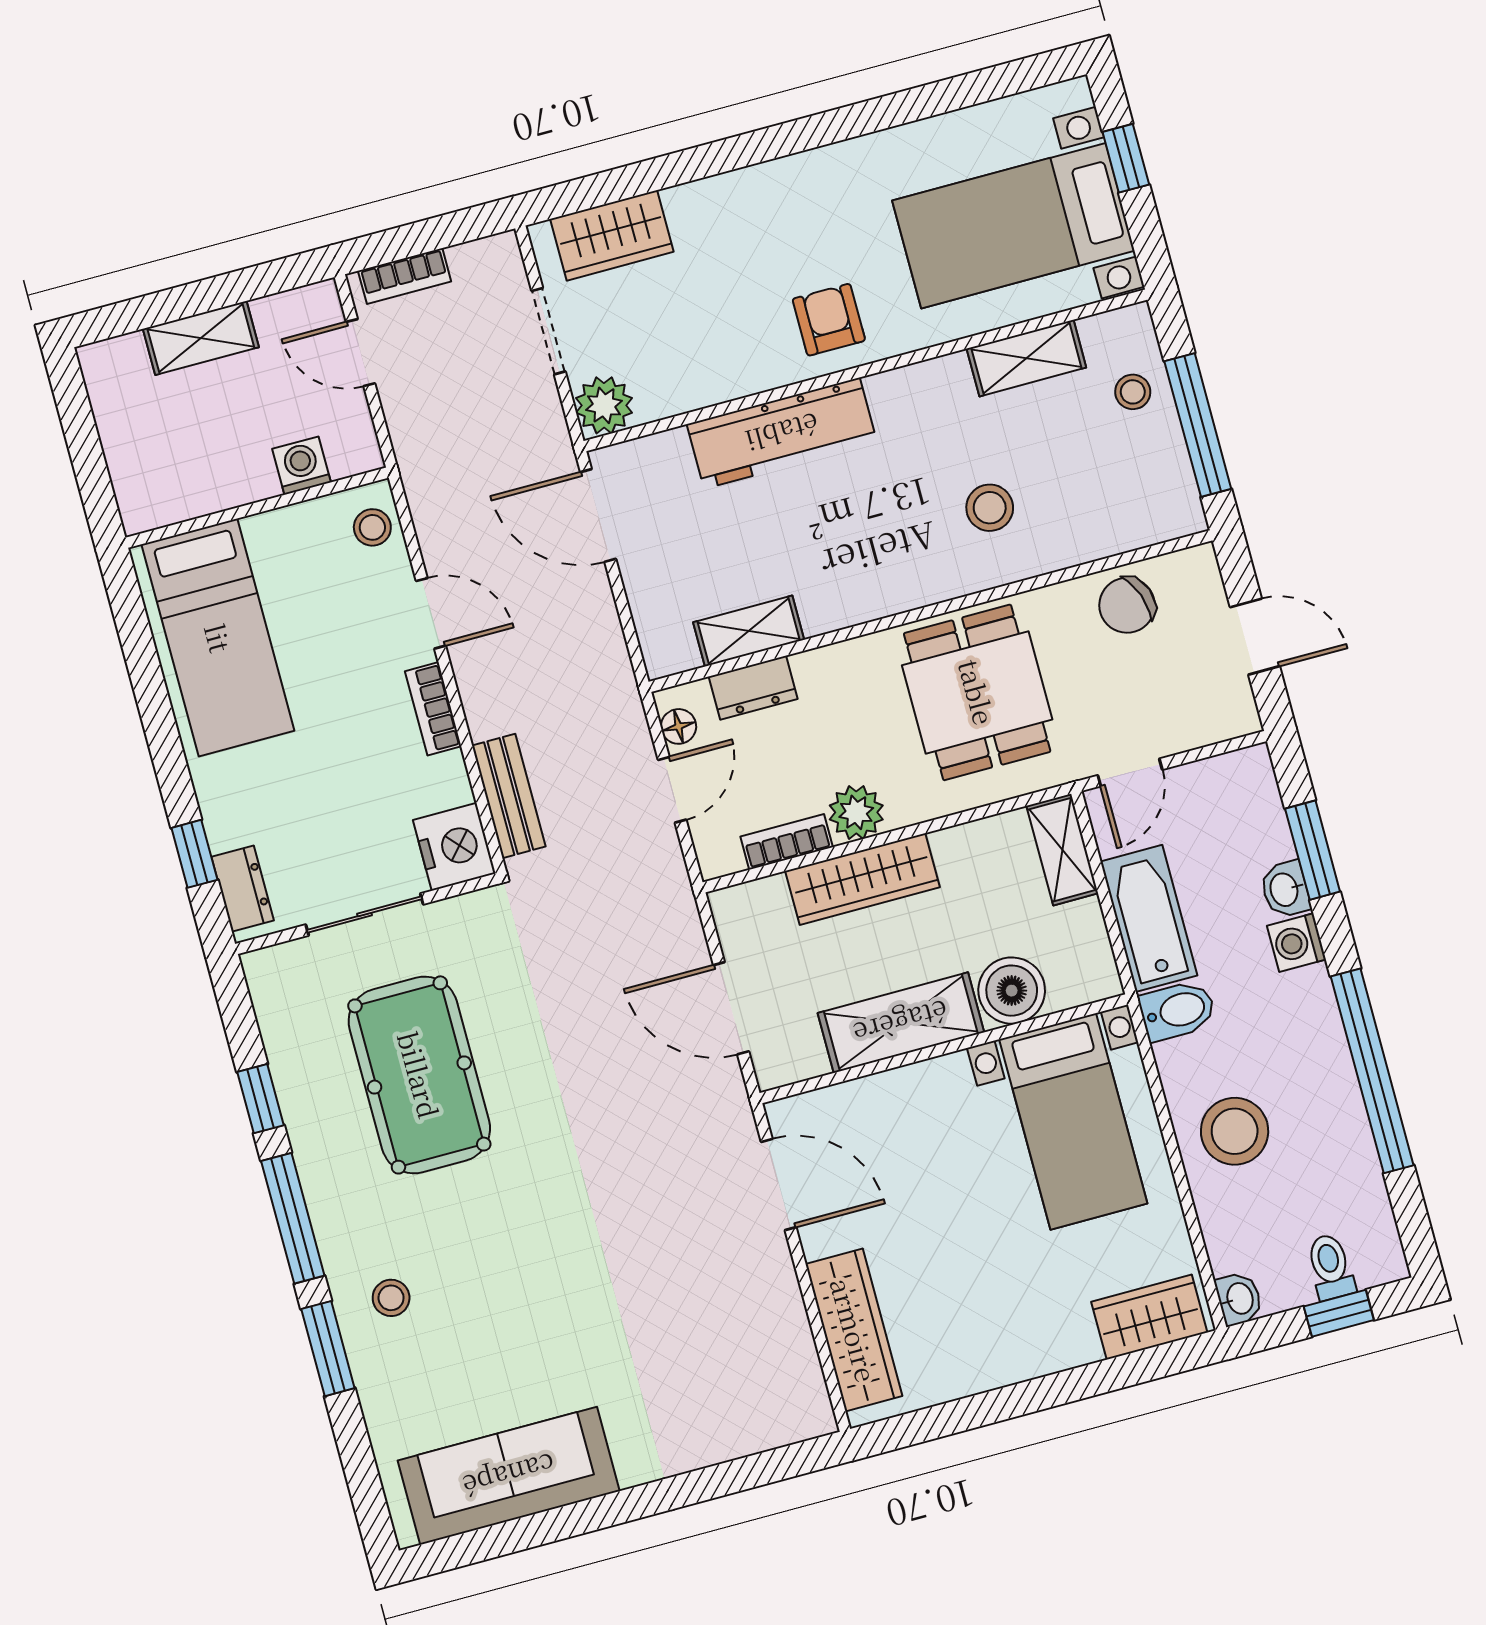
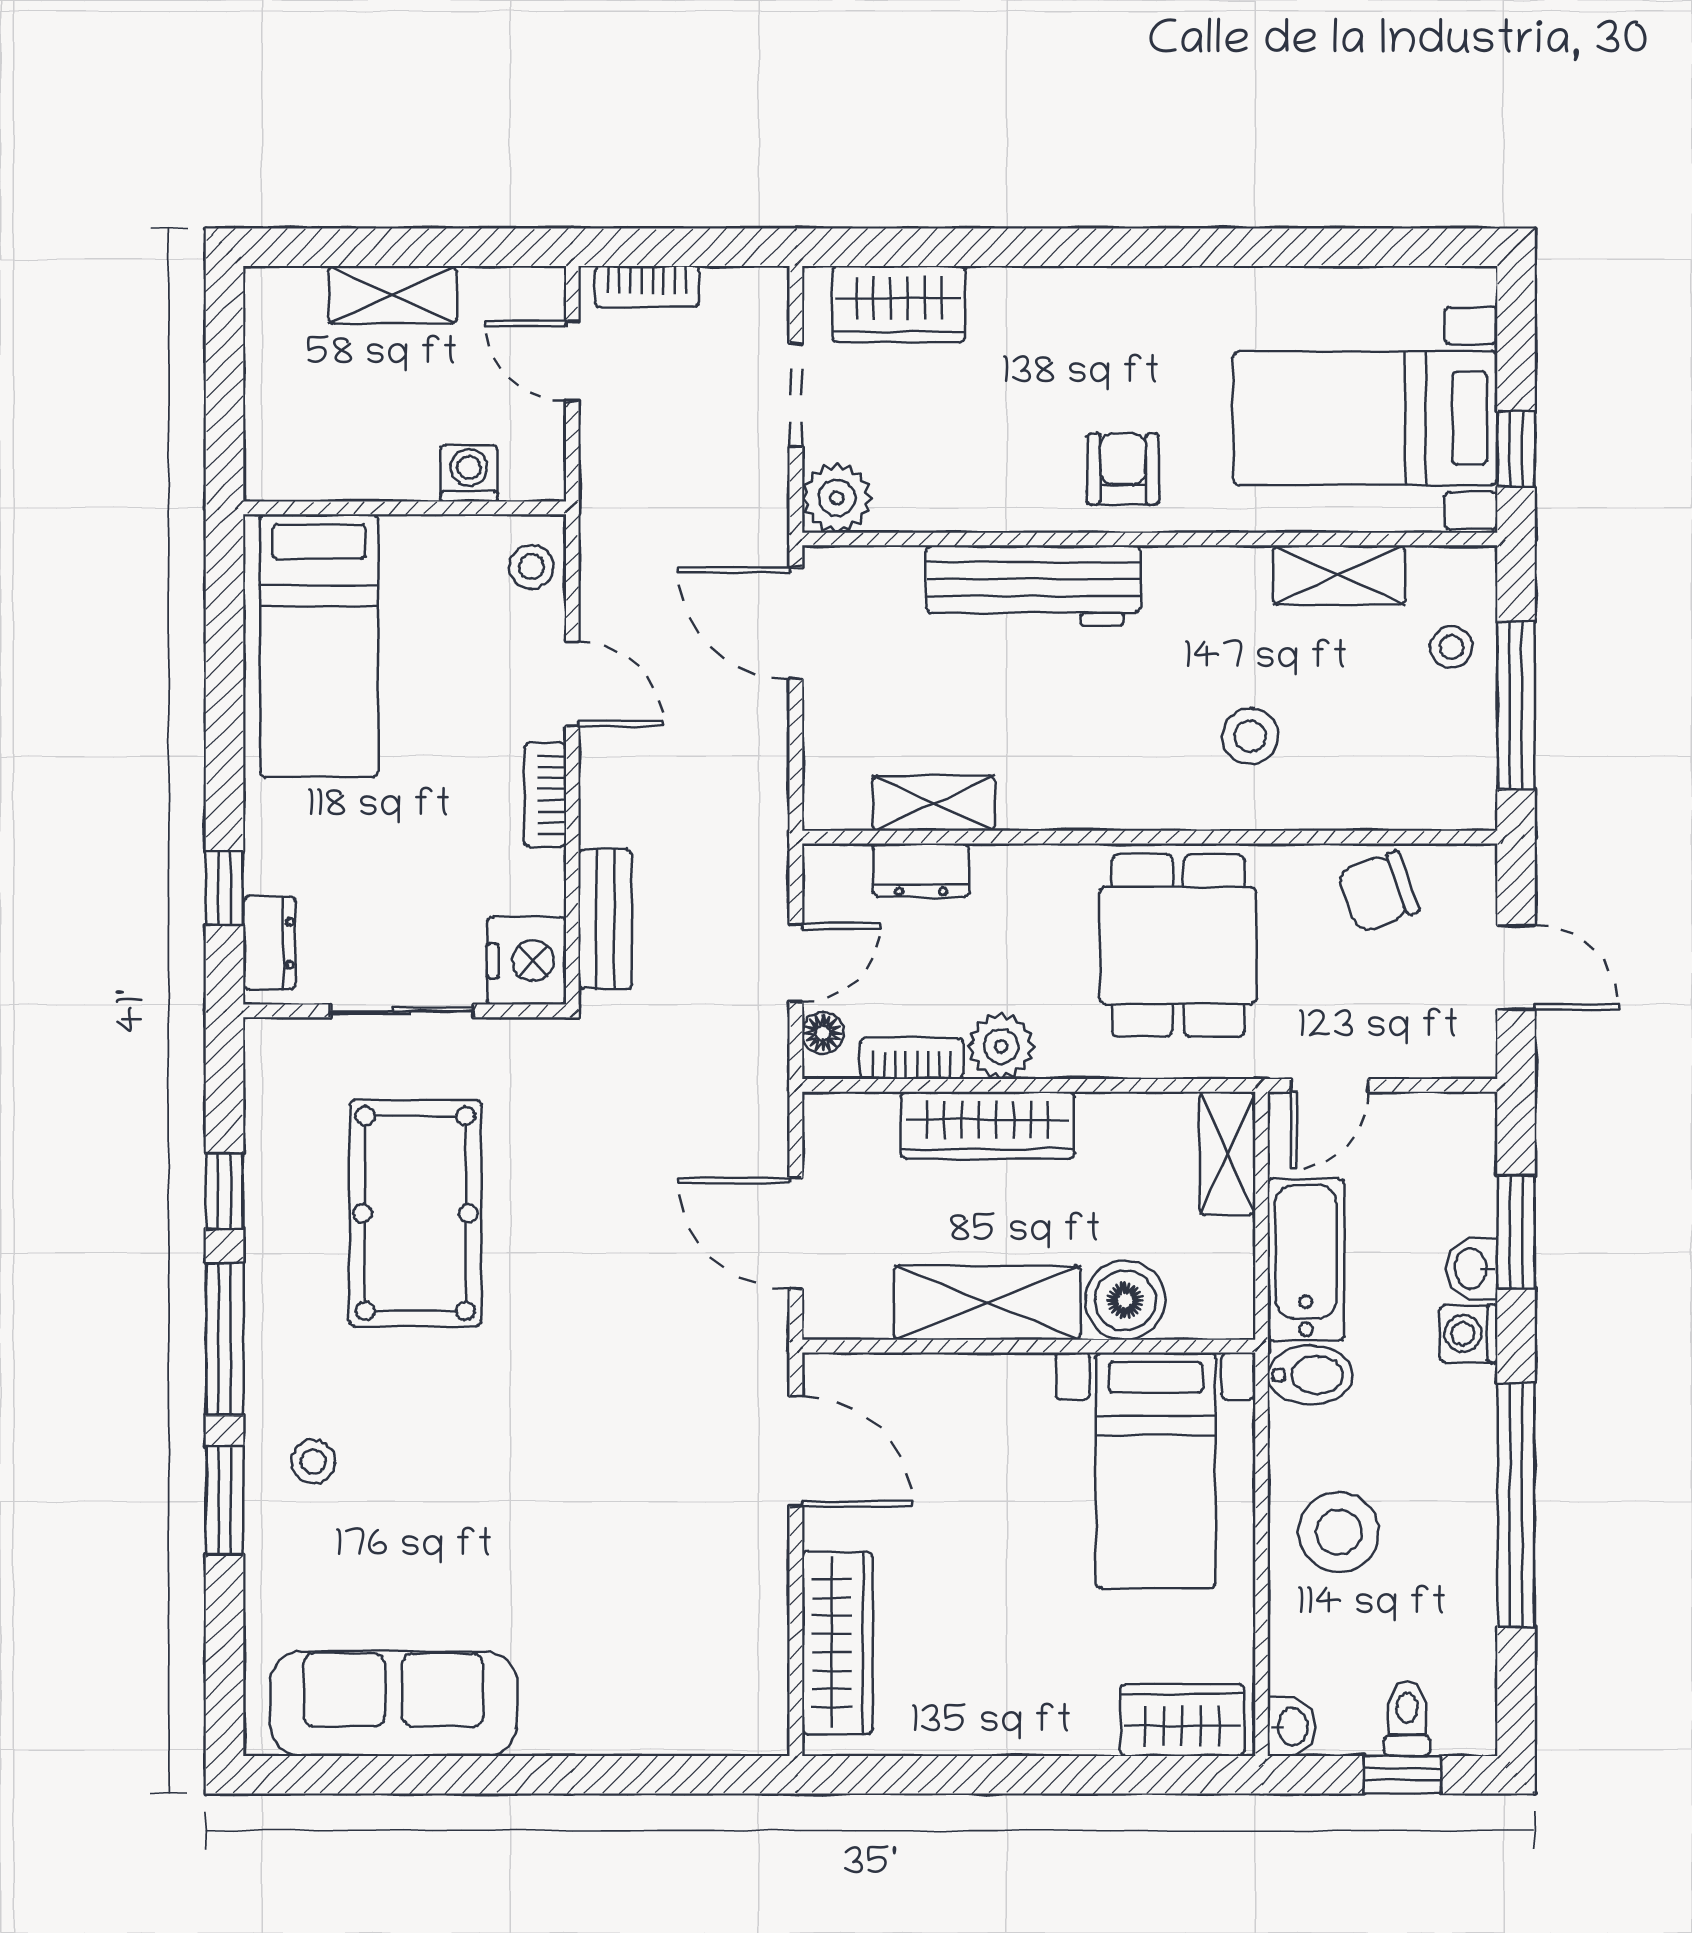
window: (1126, 158) -> (1516, 449), moved
floor lamp: (679, 726) -> (823, 1033), moved

